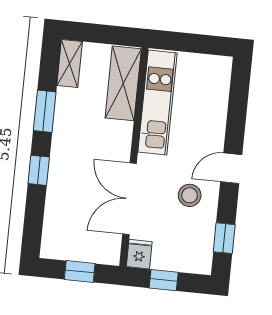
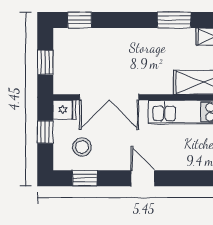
window: (39, 170) -> (80, 20), moved
stool: (190, 195) -> (82, 147), moved
double door: (130, 199) -> (109, 97), swing flipped

